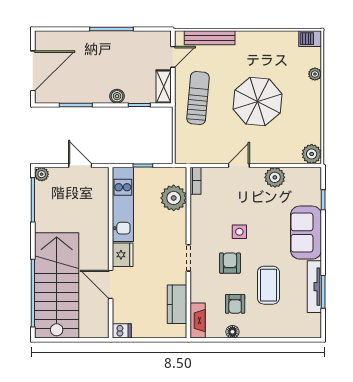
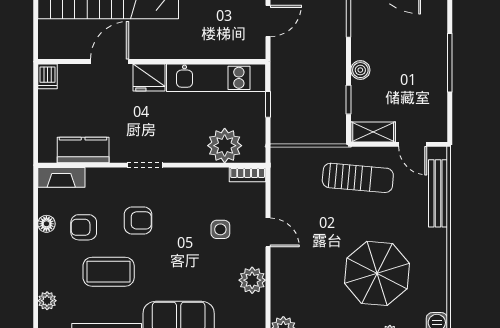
parasol: (258, 101) -> (377, 273), moved
side table: (239, 232) -> (220, 229), moved
plant: (290, 331) -> (47, 301), added

